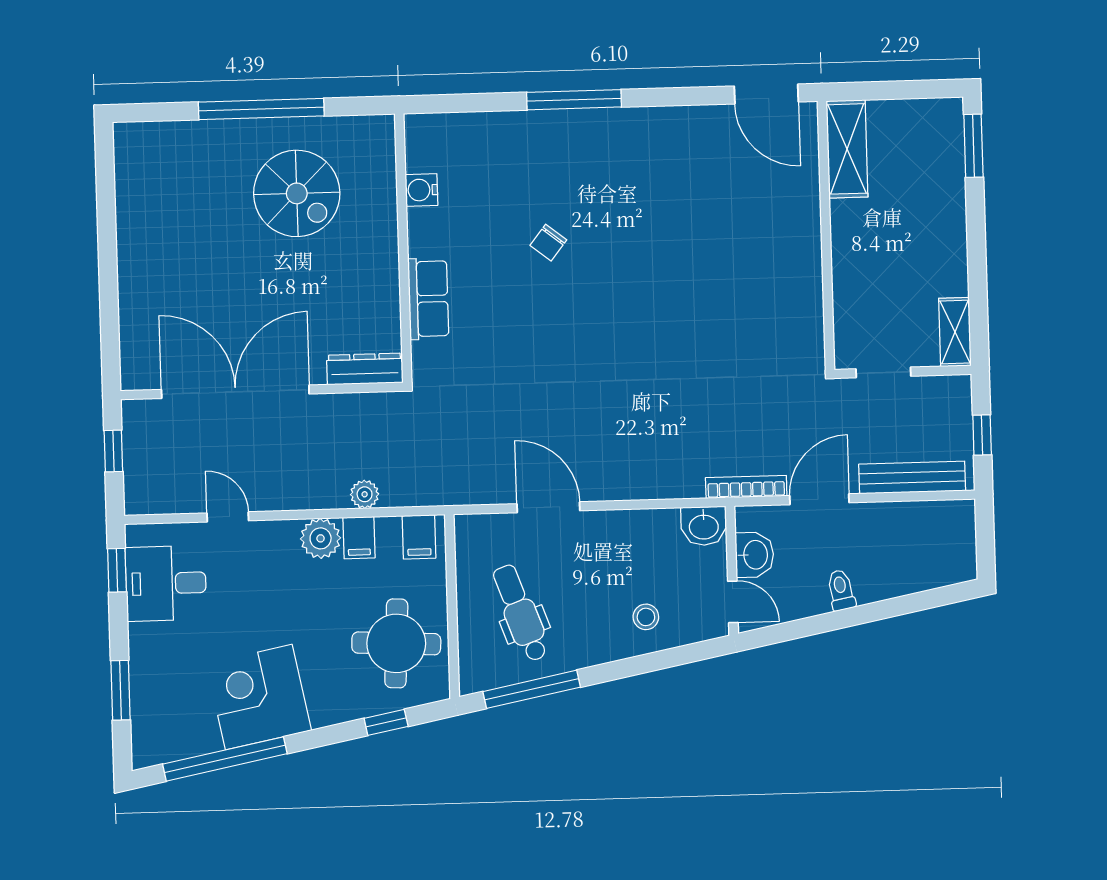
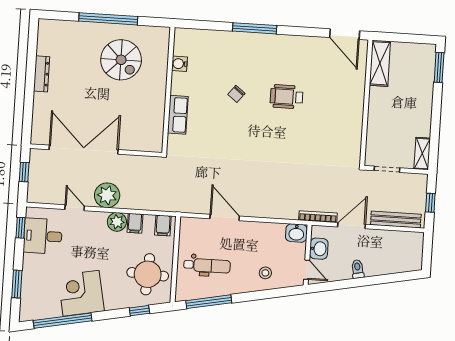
wheelchair: (655, 238) -> (287, 97), added
dresser: (365, 369) -> (41, 74), moved, turned 90
plant: (365, 494) -> (107, 195), moved, width x1.87, depth x1.87
dental chair: (520, 613) -> (207, 266), turned 110

